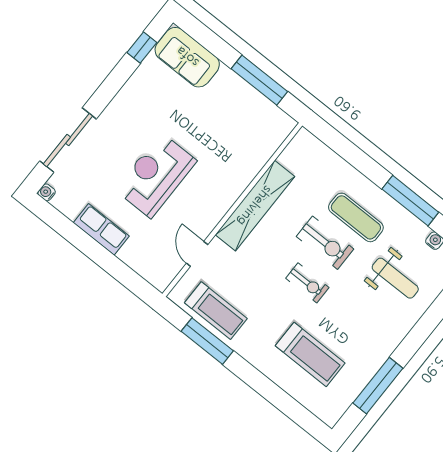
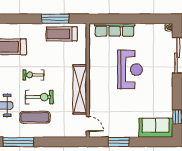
window: (259, 80) -> (119, 142), width x0.69
row of seats: (101, 229) -> (115, 30), moved, width x1.48
exercise bike: (325, 243) -> (39, 97), turned 180
door: (197, 254) -> (88, 124), moved

